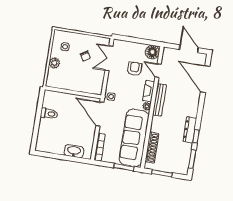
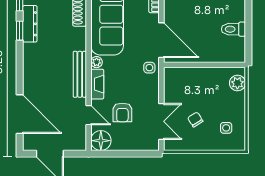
plant: (54, 63) -> (237, 83), moved
dresser: (190, 130) -> (30, 24), moved

